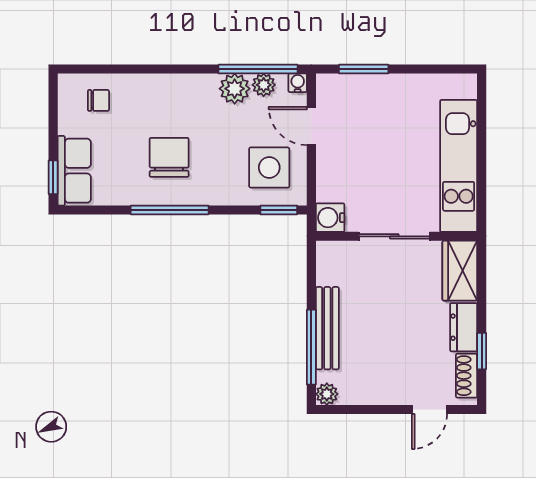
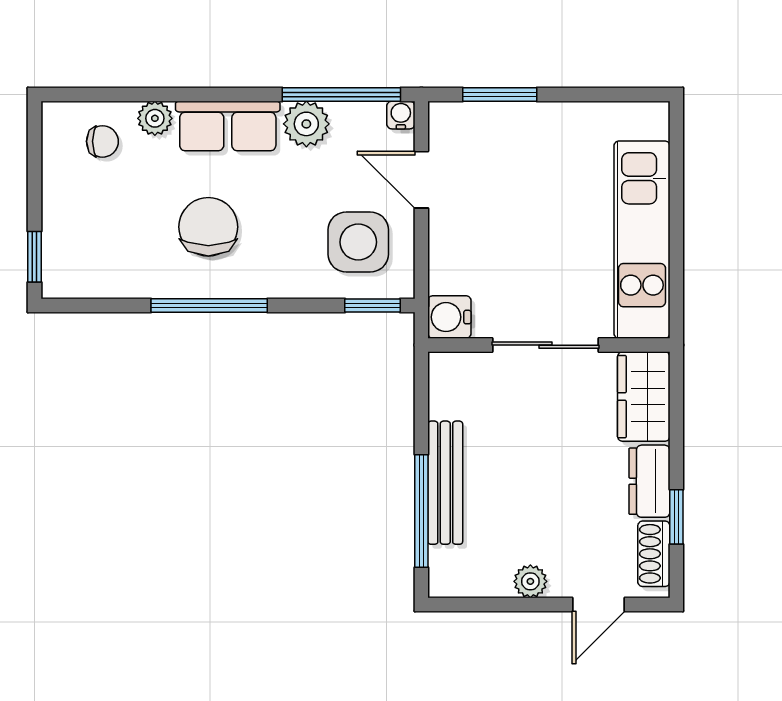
plant: (264, 85) -> (155, 118), moved
row of seats: (74, 171) -> (228, 126), moved, turned 90
plant: (327, 394) -> (530, 581), moved

